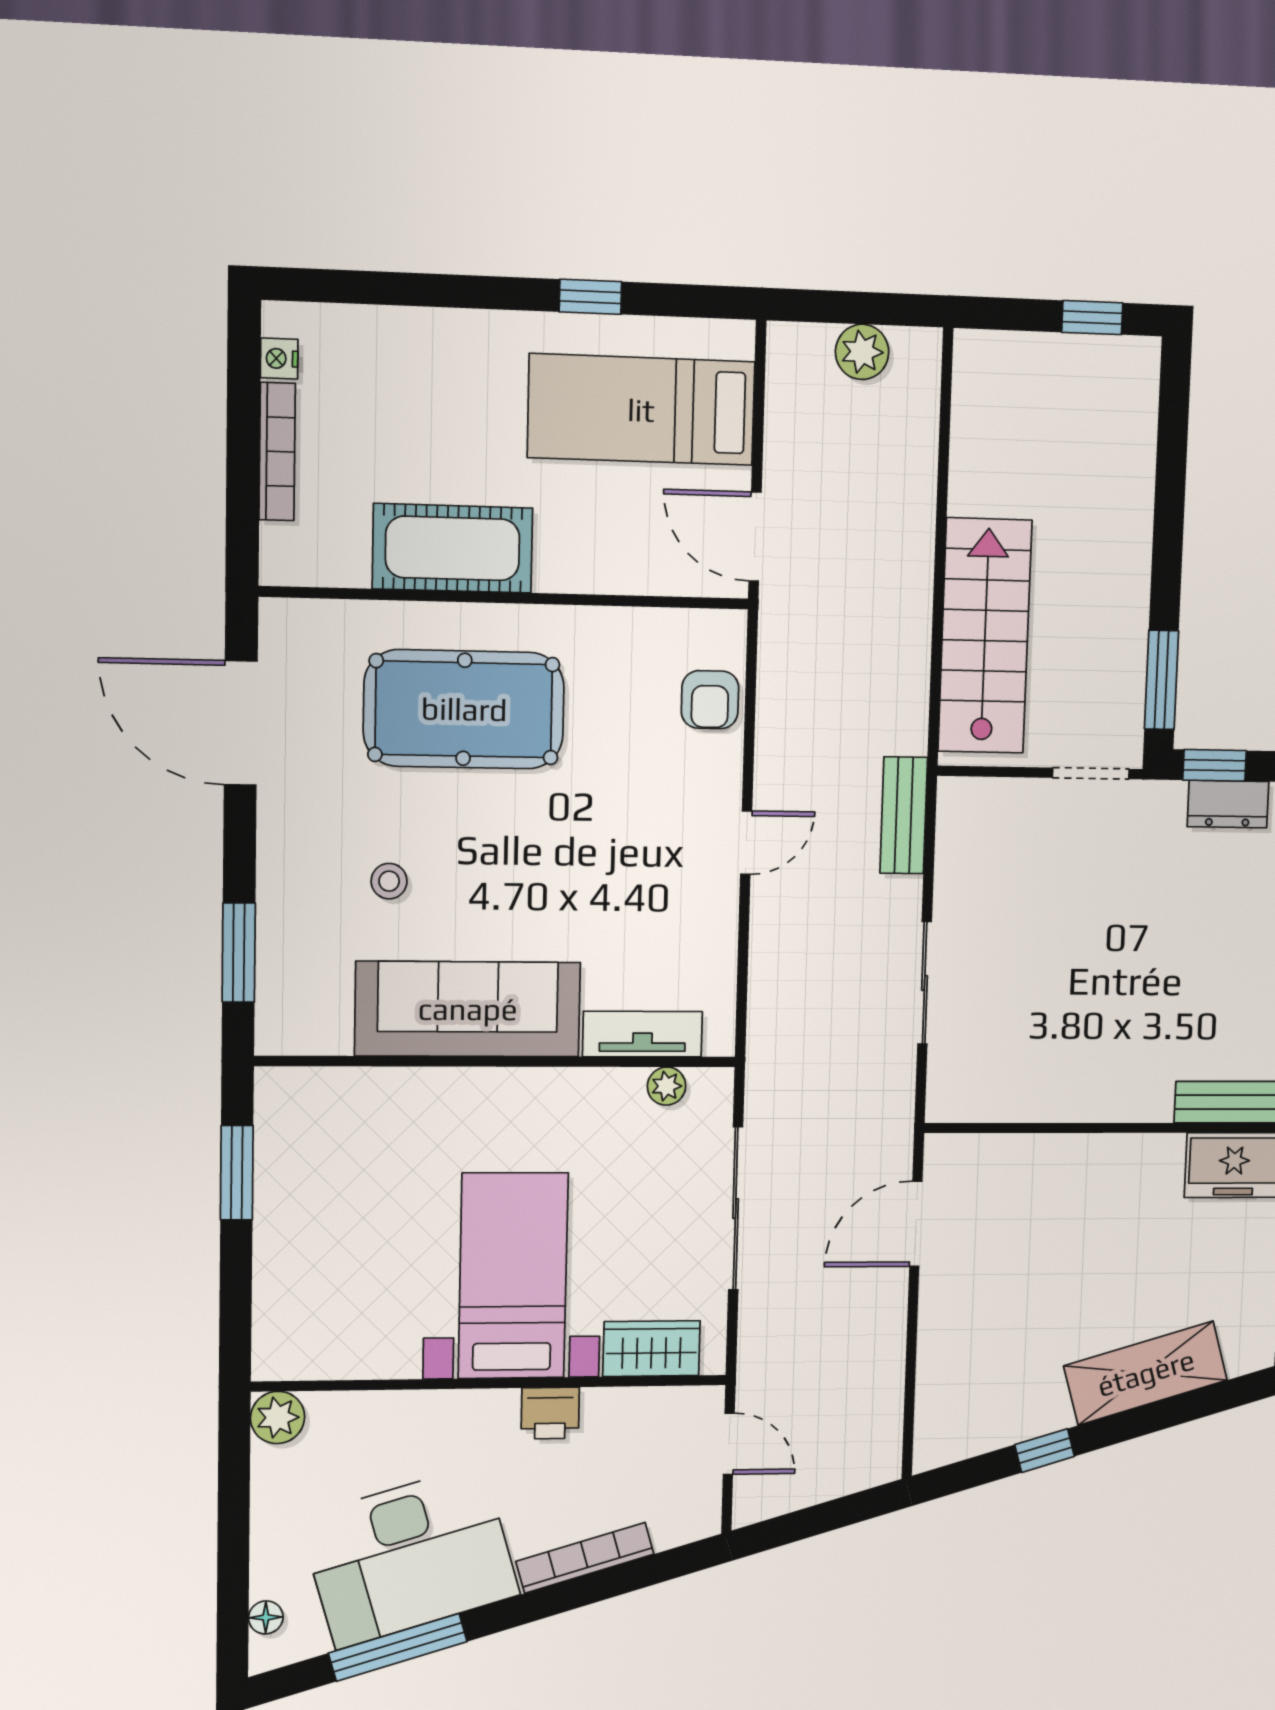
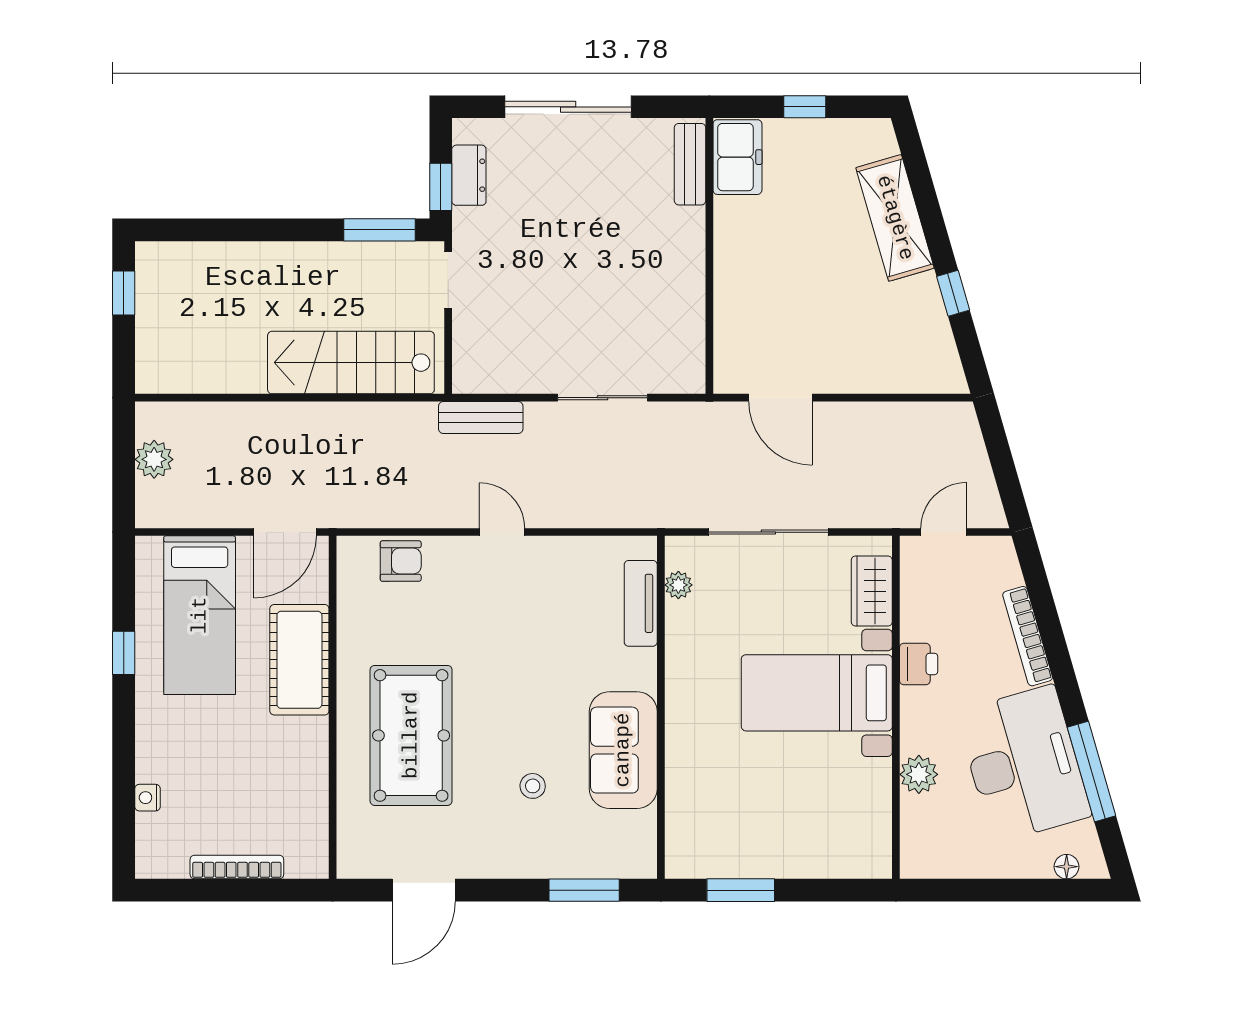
nightstand: (279, 359) -> (148, 798), moved, turned 90
cot: (453, 548) -> (299, 660), moved
door: (241, 723) -> (424, 890), width x0.73
sofa: (468, 1009) -> (623, 750), width x0.73
plant: (278, 1417) -> (919, 774), moved

